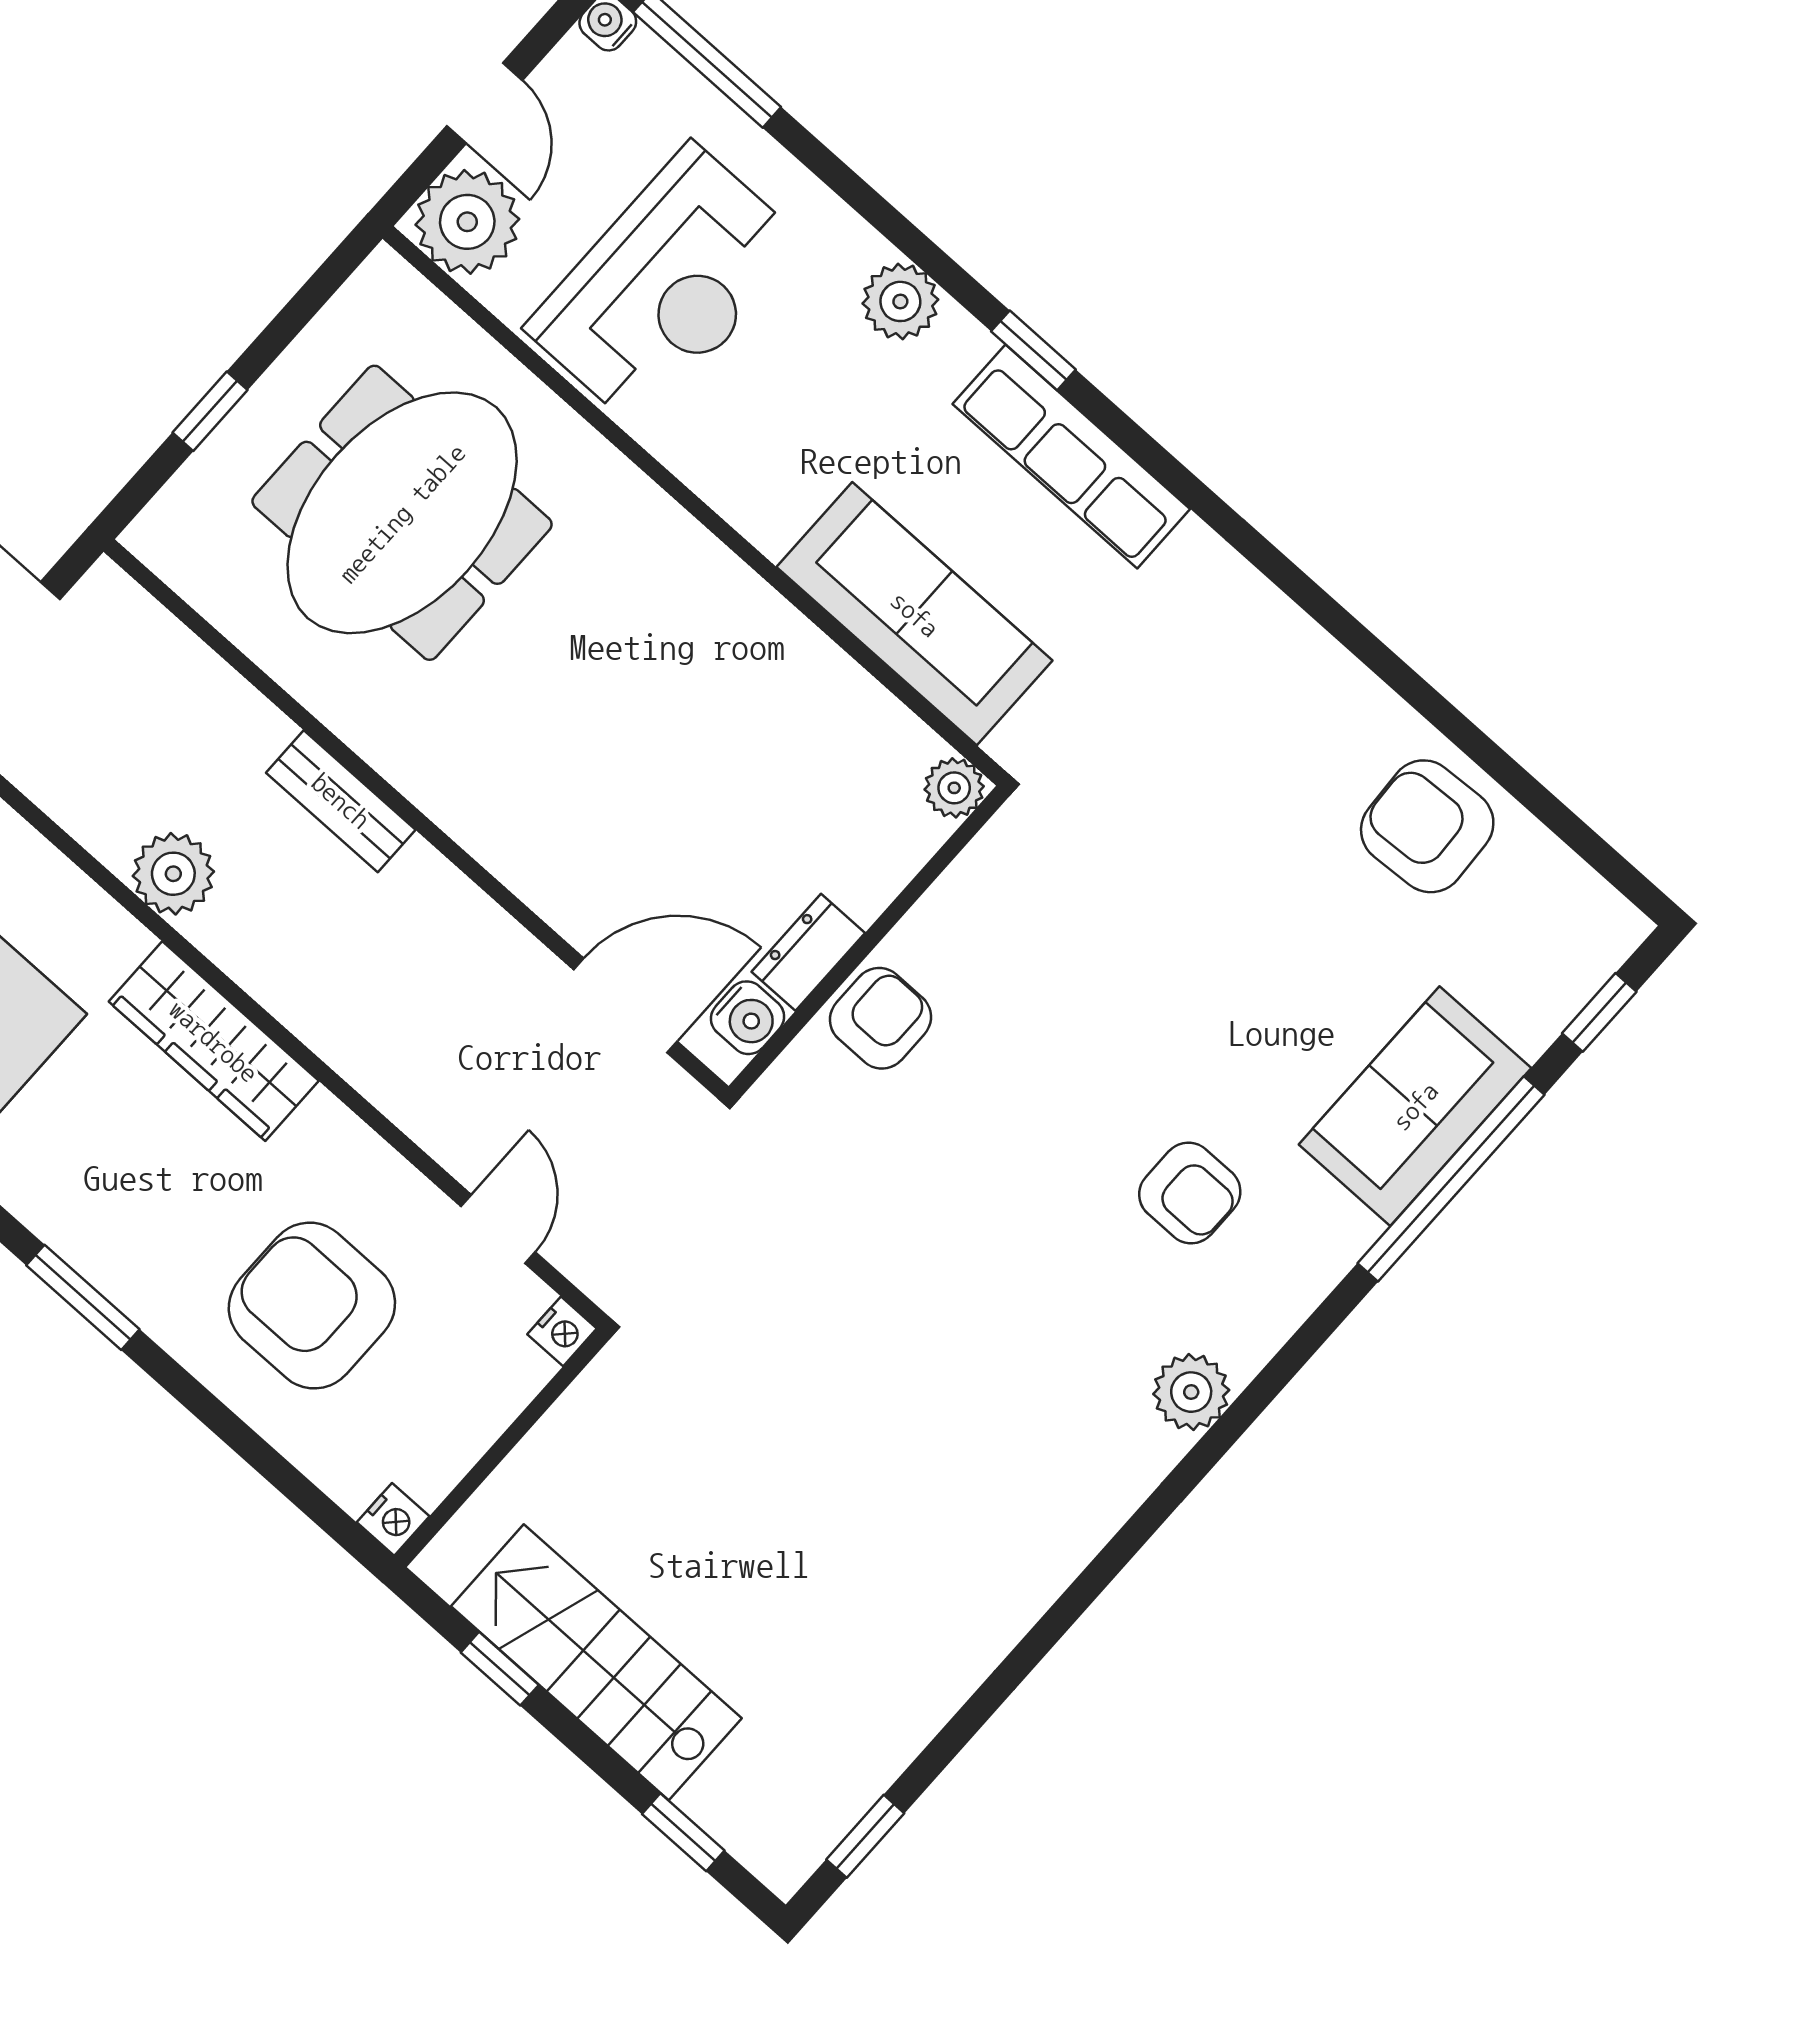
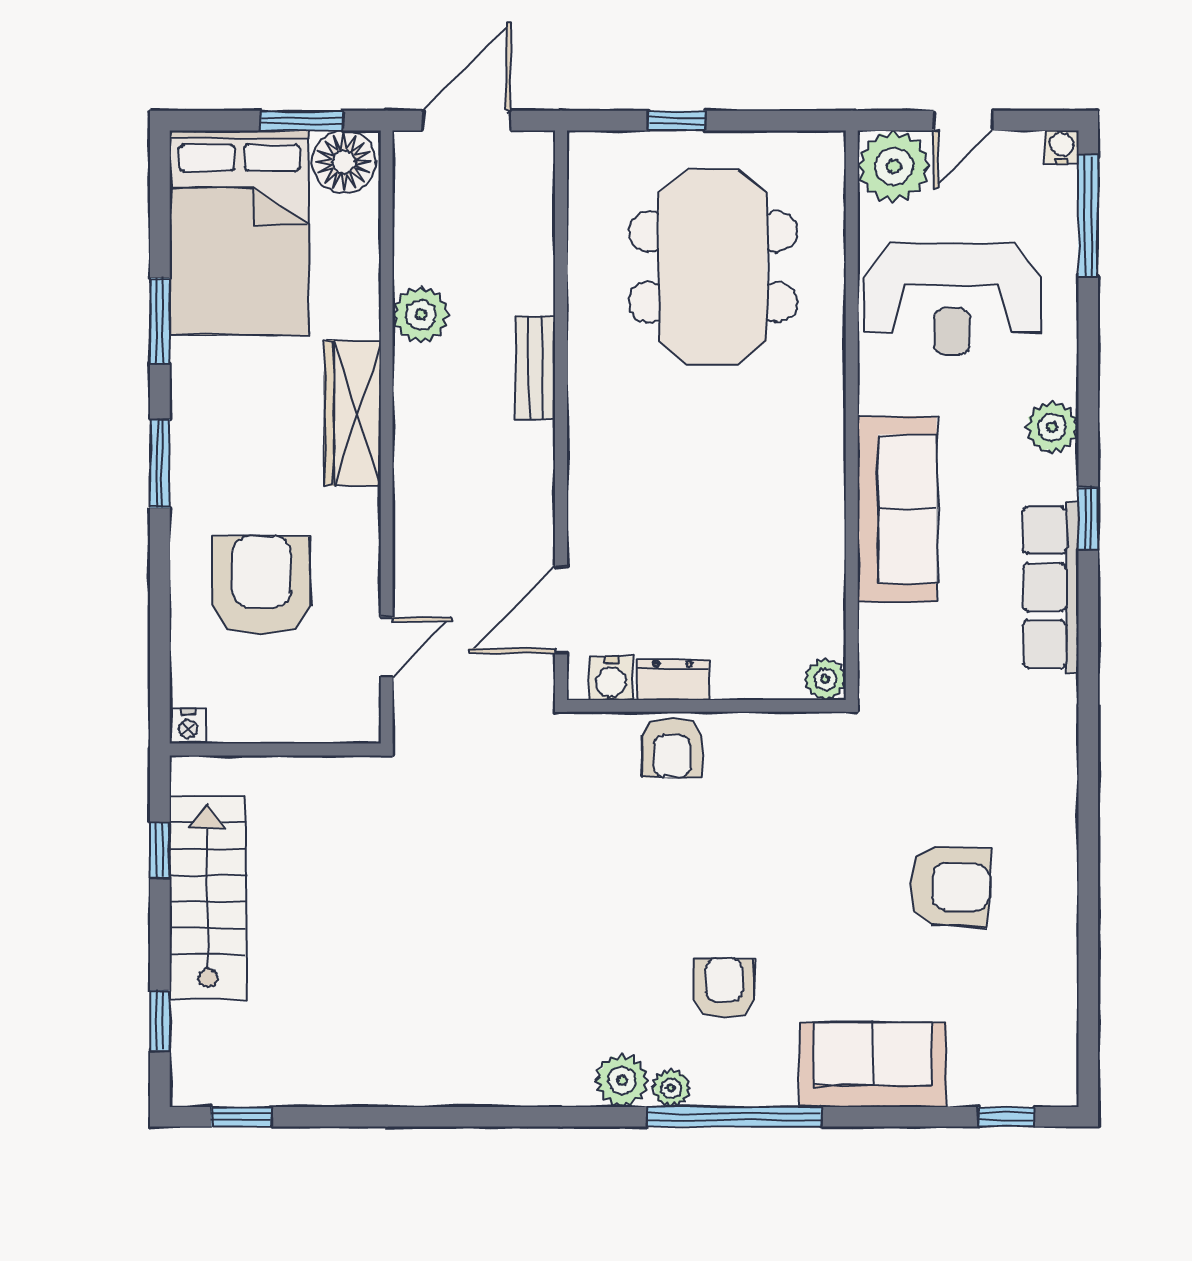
meeting table: (402, 513) -> (713, 267), turned 90
sofa: (915, 614) -> (897, 509), moved
armchair: (1427, 826) -> (950, 886), moved, turned 96
door: (625, 1005) -> (561, 610), swing flipped
armchair: (880, 1018) -> (672, 747), turned 90
window: (1451, 1179) -> (735, 1117), moved
armchair: (1190, 1193) -> (724, 988), turned 180
nightstand: (562, 1331) -> (363, 727), removed
plant: (1247, 1346) -> (671, 1088), added

